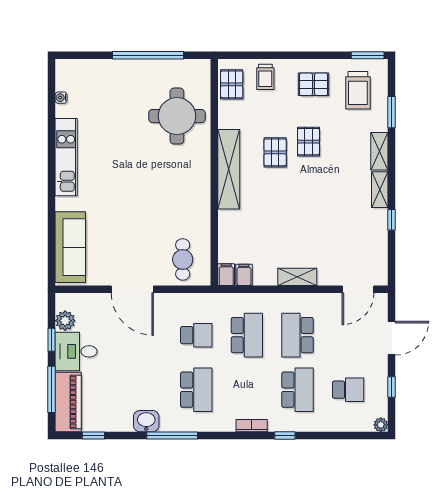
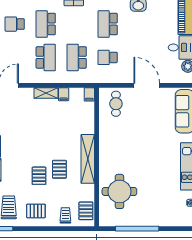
filing cabinet: (244, 275) -> (64, 94), moved

